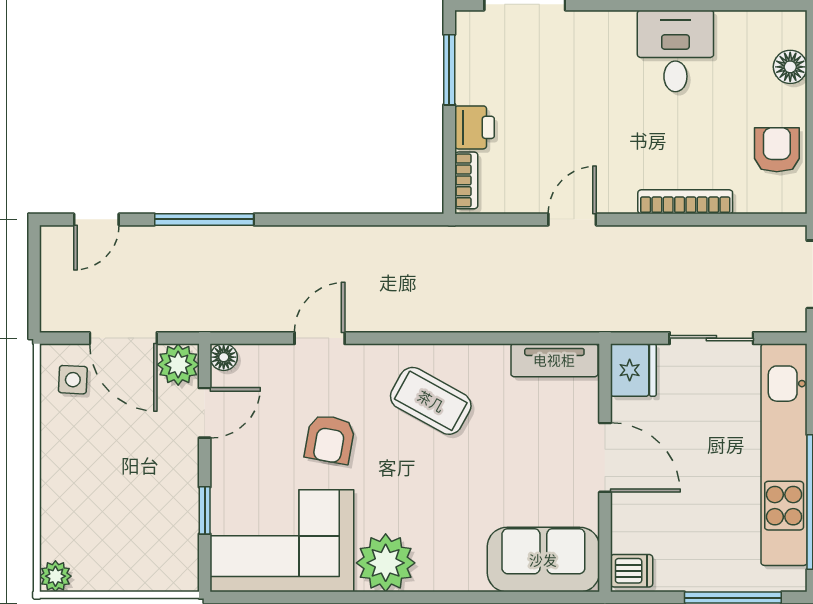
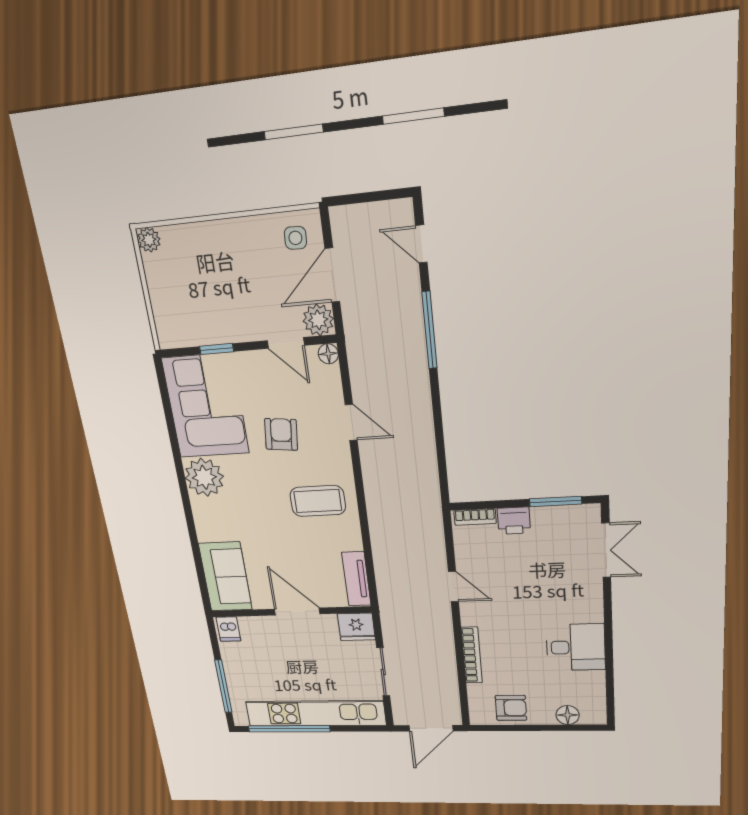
coffee table: (431, 401) -> (318, 501), turned 61
armchair: (330, 439) -> (281, 434), turned 86
door: (605, 457) -> (297, 612), swing flipped

